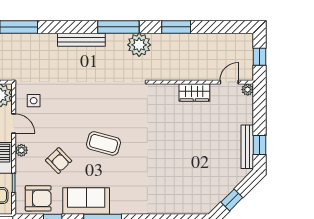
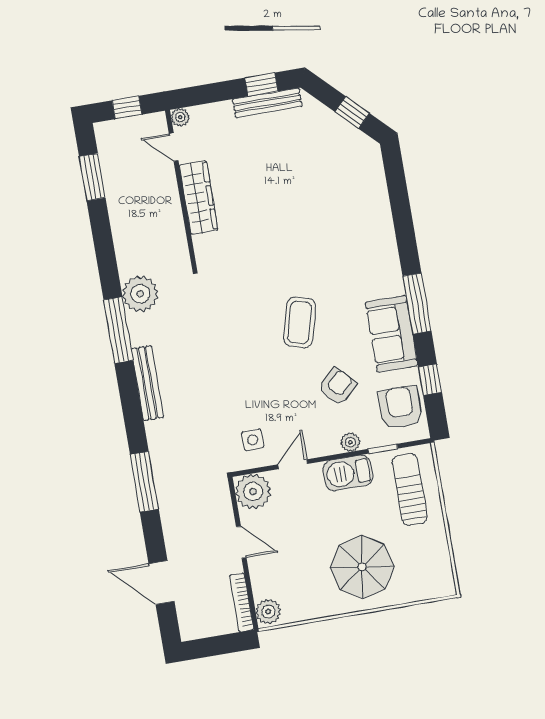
window: (176, 27) -> (92, 177), moved
wardrobe: (194, 93) -> (199, 197), width x1.50
plant: (21, 150) -> (350, 442), moved

